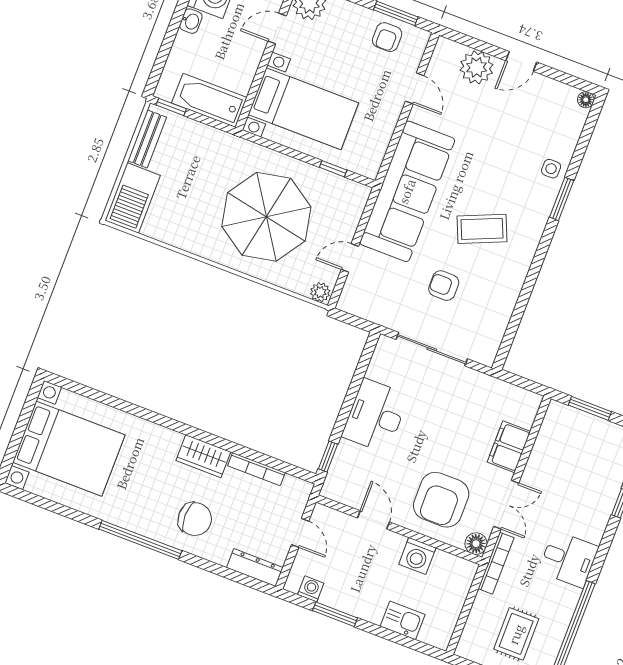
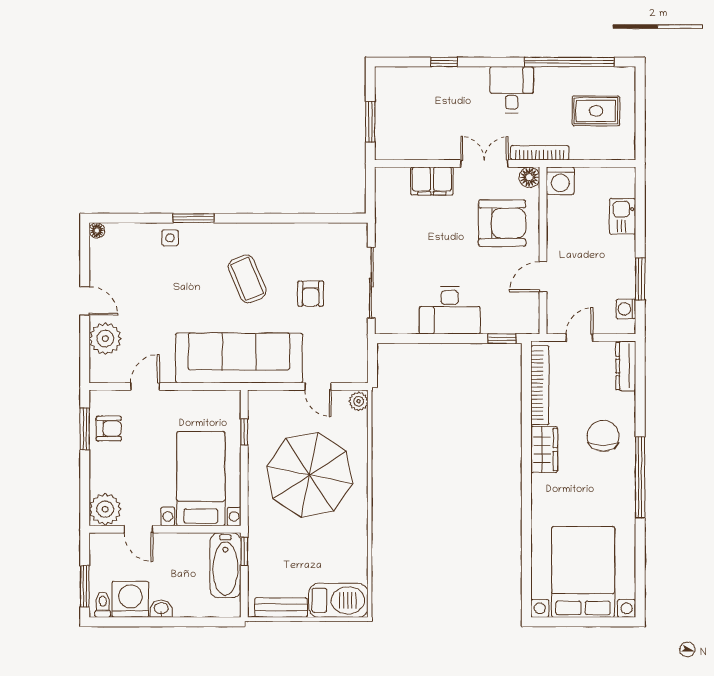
window: (171, 107) -> (244, 551), moved
bookcase: (256, 469) -> (540, 385), width x1.48, depth x1.31
washing machine: (417, 556) -> (560, 181), moved, turned 90

